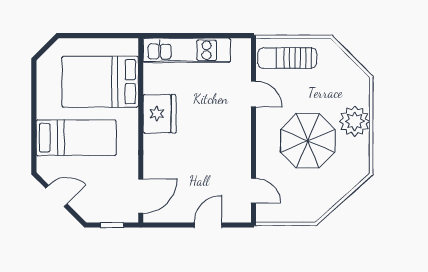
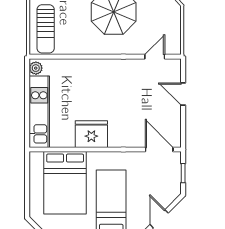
plant: (240, 46) -> (36, 68), added
door: (253, 94) -> (75, 57), removed

